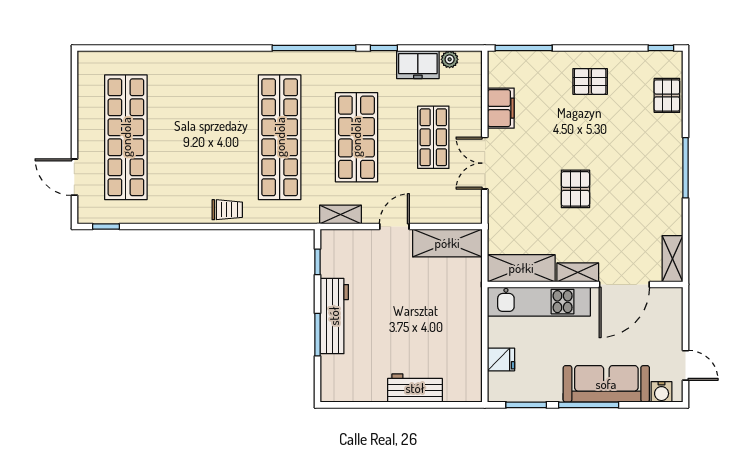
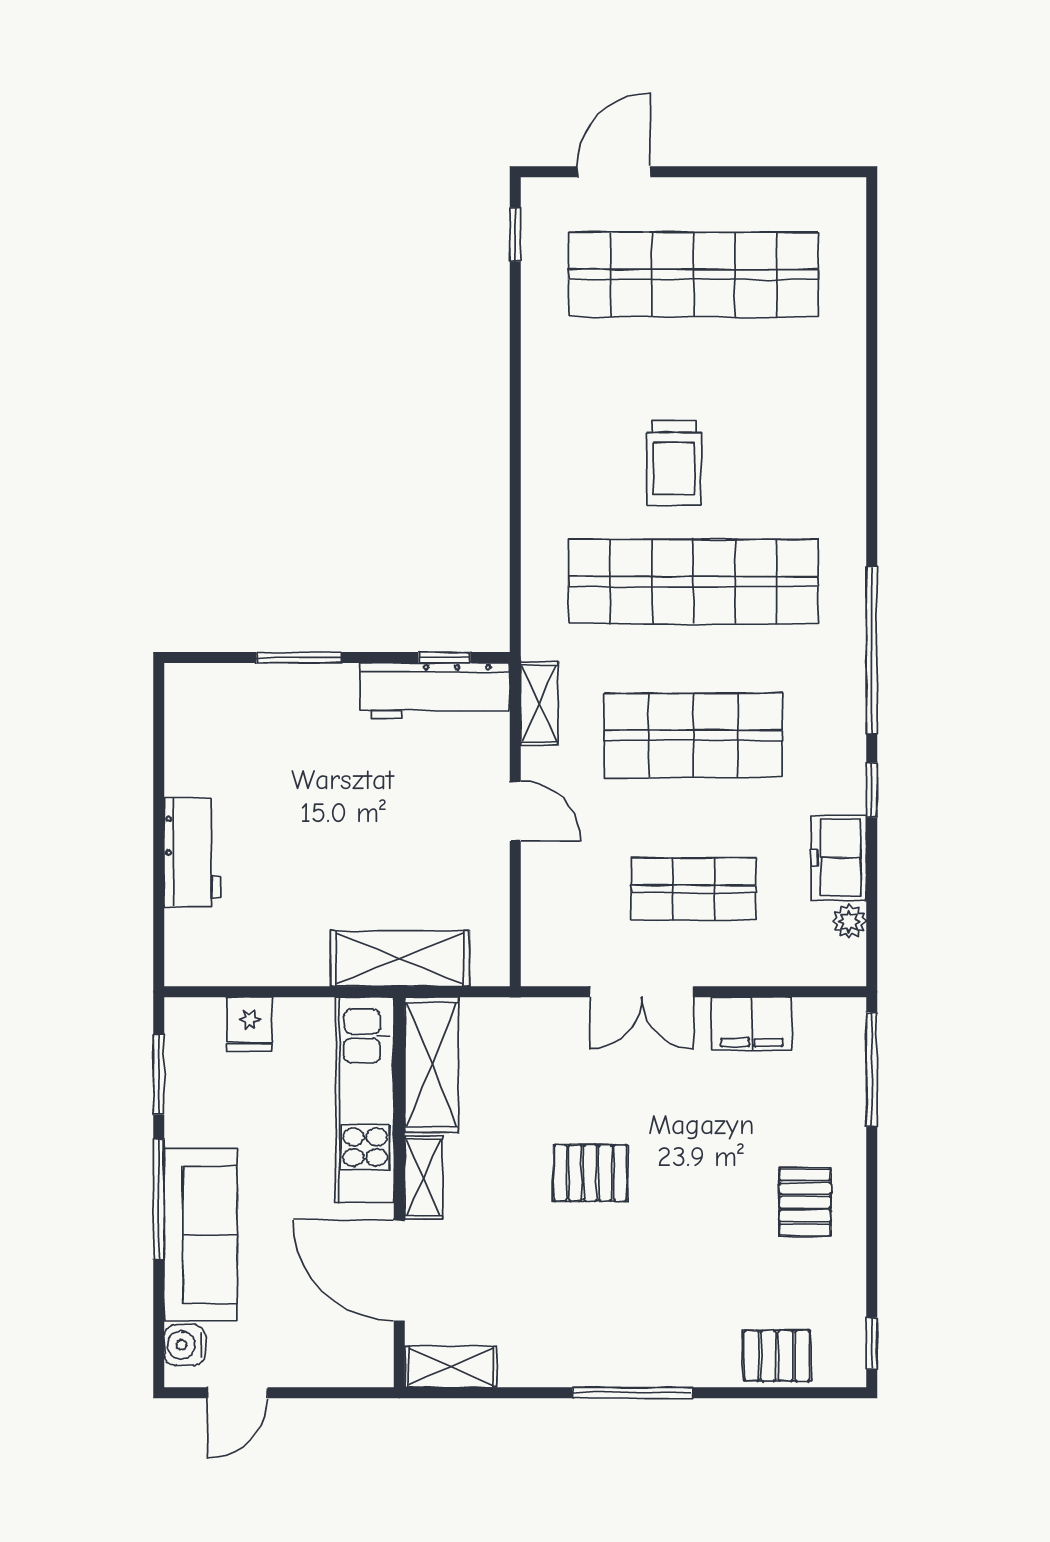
double door: (485, 163) -> (642, 992), swing flipped
trolley: (227, 210) -> (674, 463), moved, width x1.36, depth x1.39
shelving: (447, 243) -> (400, 959), moved, turned 90
workbench: (334, 316) -> (435, 691), moved

